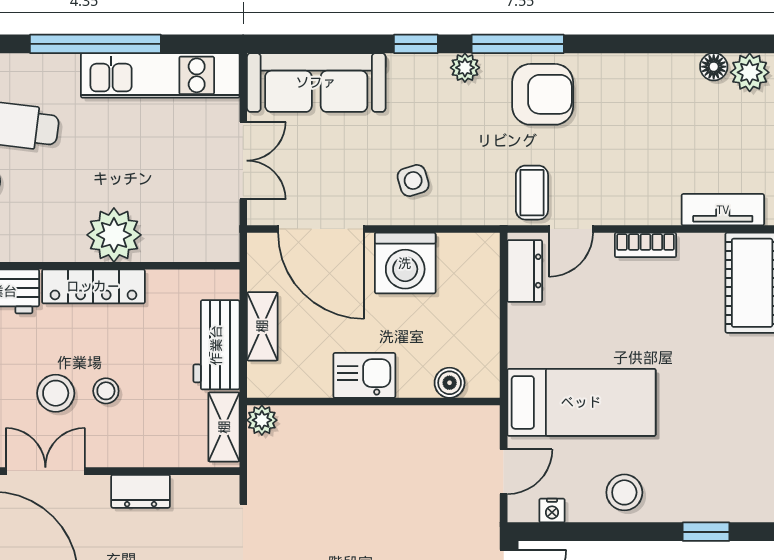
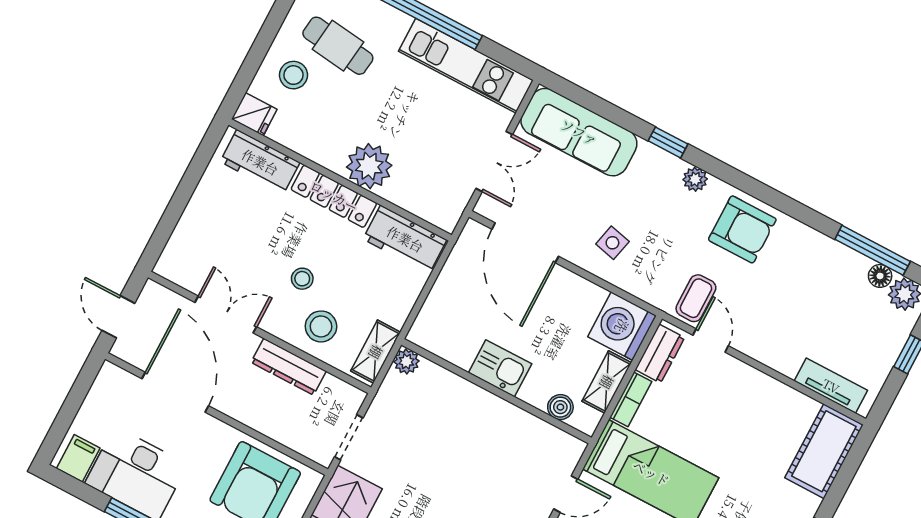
window: (518, 44) -> (873, 250), moved
side table: (413, 180) -> (612, 243), turned 30
door: (571, 229) -> (711, 341), swing flipped
bookcase: (645, 245) -> (631, 399), moved, turned -90
washing machine: (405, 263) -> (622, 326), moved, turned 90
shelving: (262, 326) -> (607, 382), moved
workbench: (216, 345) -> (405, 239), moved, turned -90
stool: (56, 393) -> (321, 326), moved
dresser: (141, 491) -> (289, 367), width x1.44

